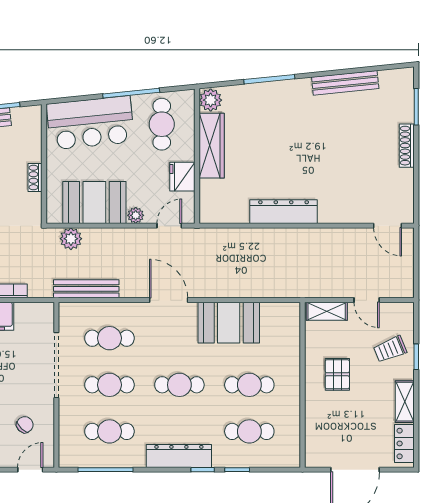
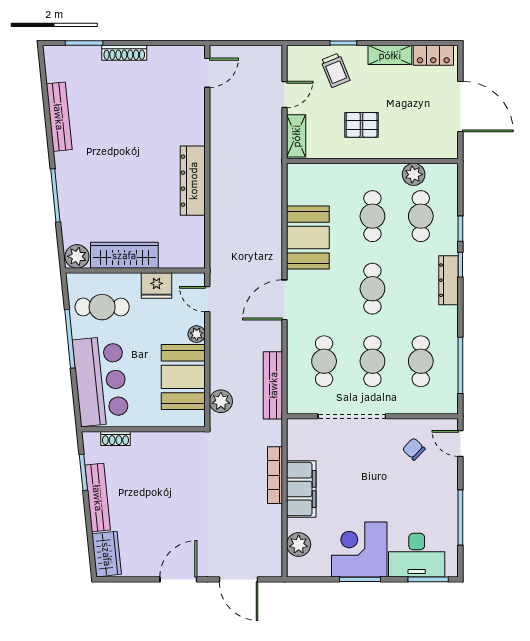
shoe rack: (35, 177) -> (115, 438), moved
plant: (290, 425) -> (414, 174), added
dresser: (179, 456) -> (449, 280), width x0.73, depth x0.80

